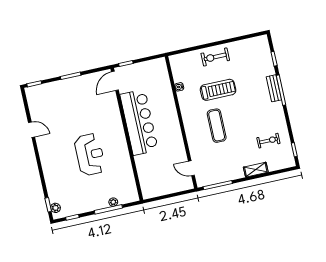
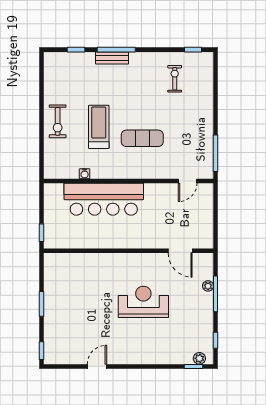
door: (115, 81) -> (180, 251), moved
bar counter: (139, 122) -> (104, 199), moved, turned 180
shelving: (256, 170) -> (207, 102), removed

